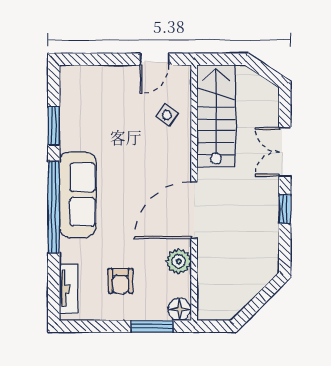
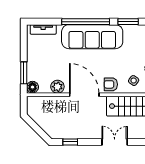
sofa: (78, 195) -> (92, 37), width x1.36, depth x1.27
window: (285, 209) -> (70, 142), moved
armchair: (120, 281) -> (111, 84), moved

